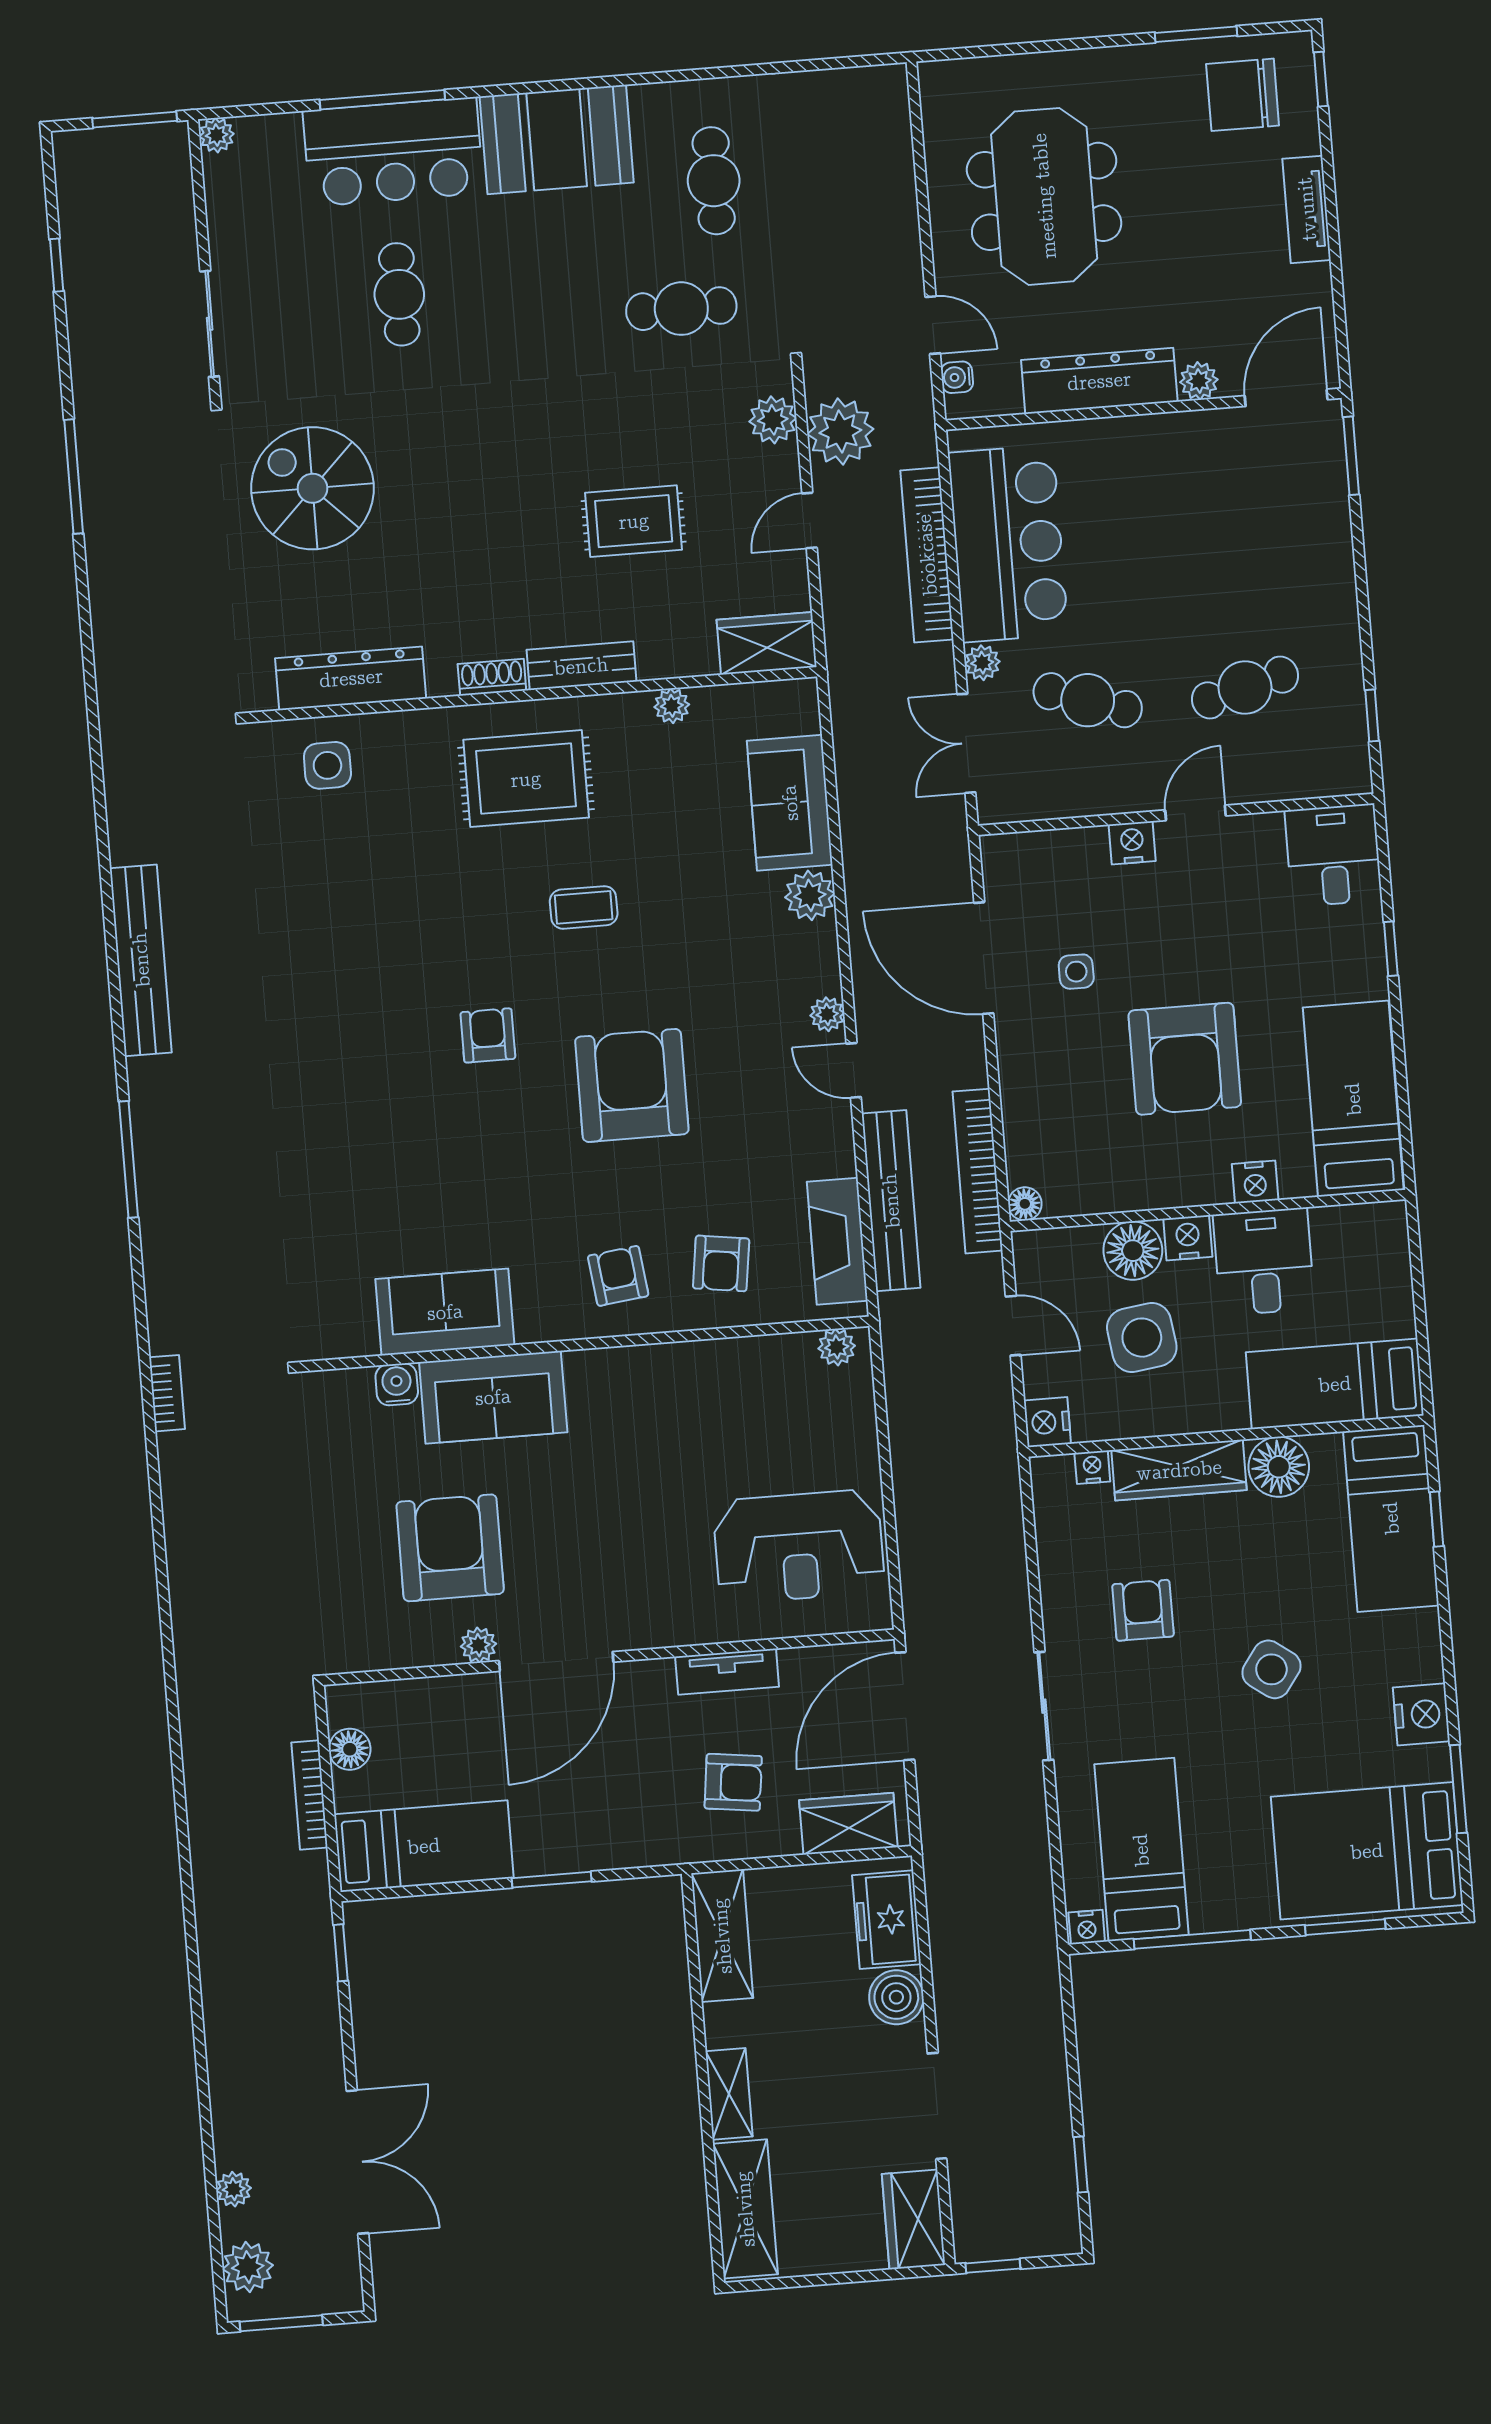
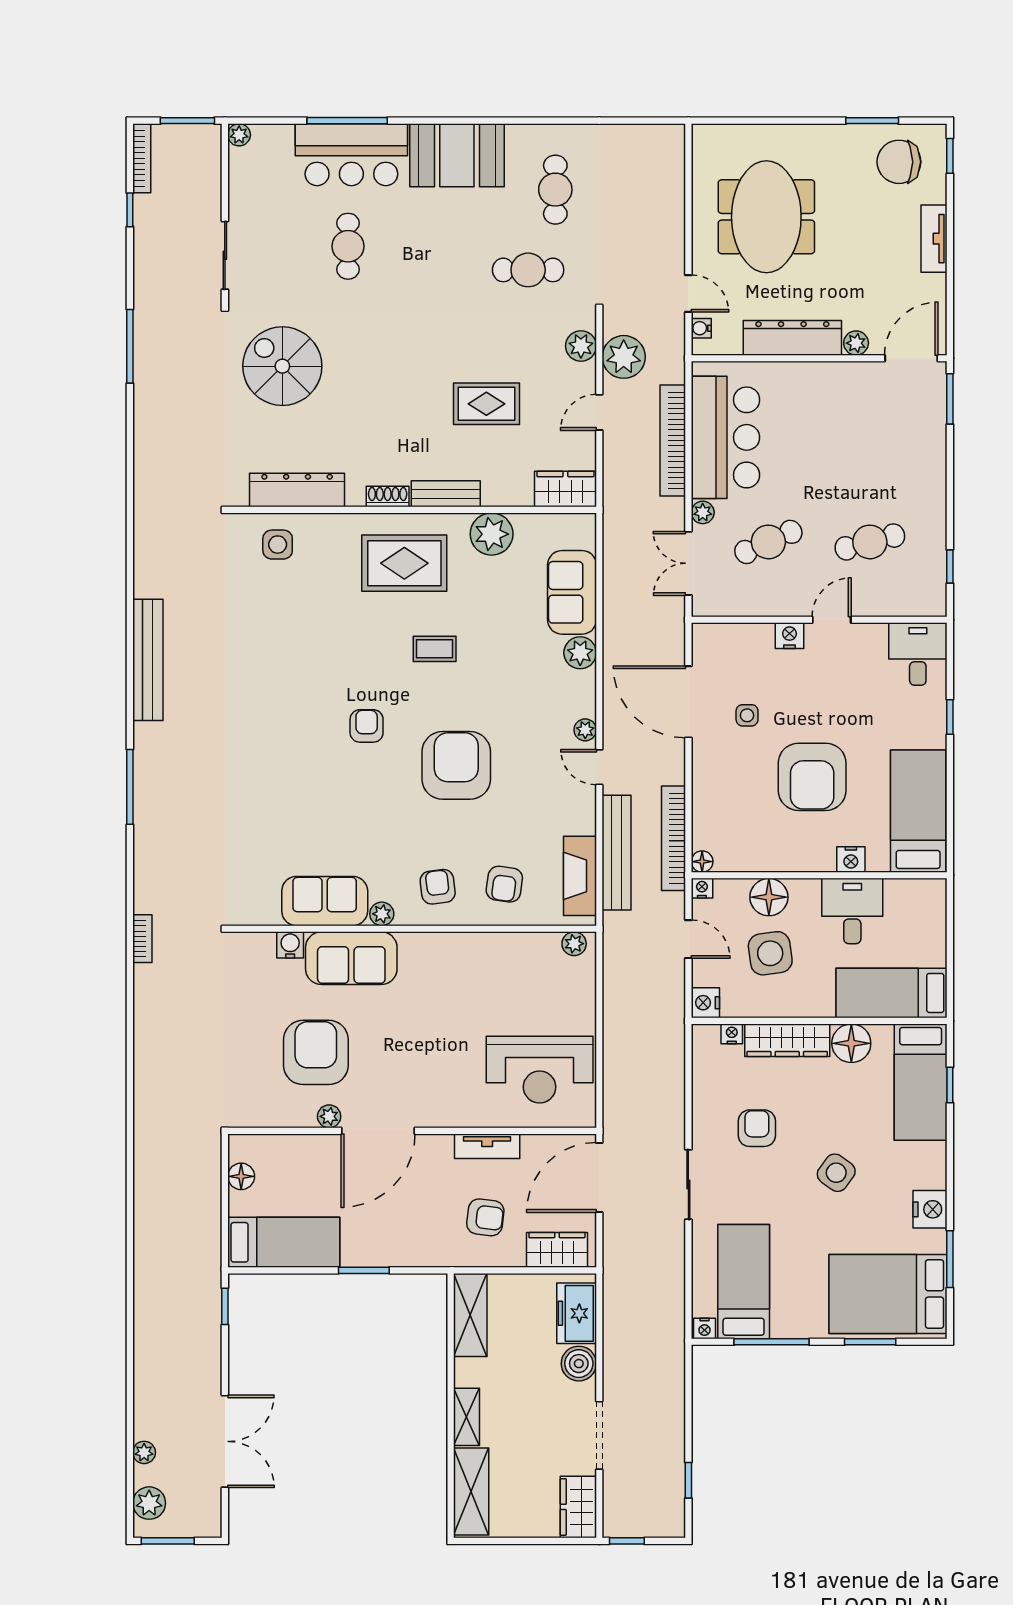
cafe table: (1088, 700) -> (768, 542), turned -42
plant: (672, 706) -> (492, 534), width x1.87, depth x1.87
nightstand: (1188, 1238) -> (702, 888), moved, width x0.72, depth x0.74
plant: (535, 1325) -> (382, 914), added
bookcase: (309, 1795) -> (142, 158), moved, turned 180

